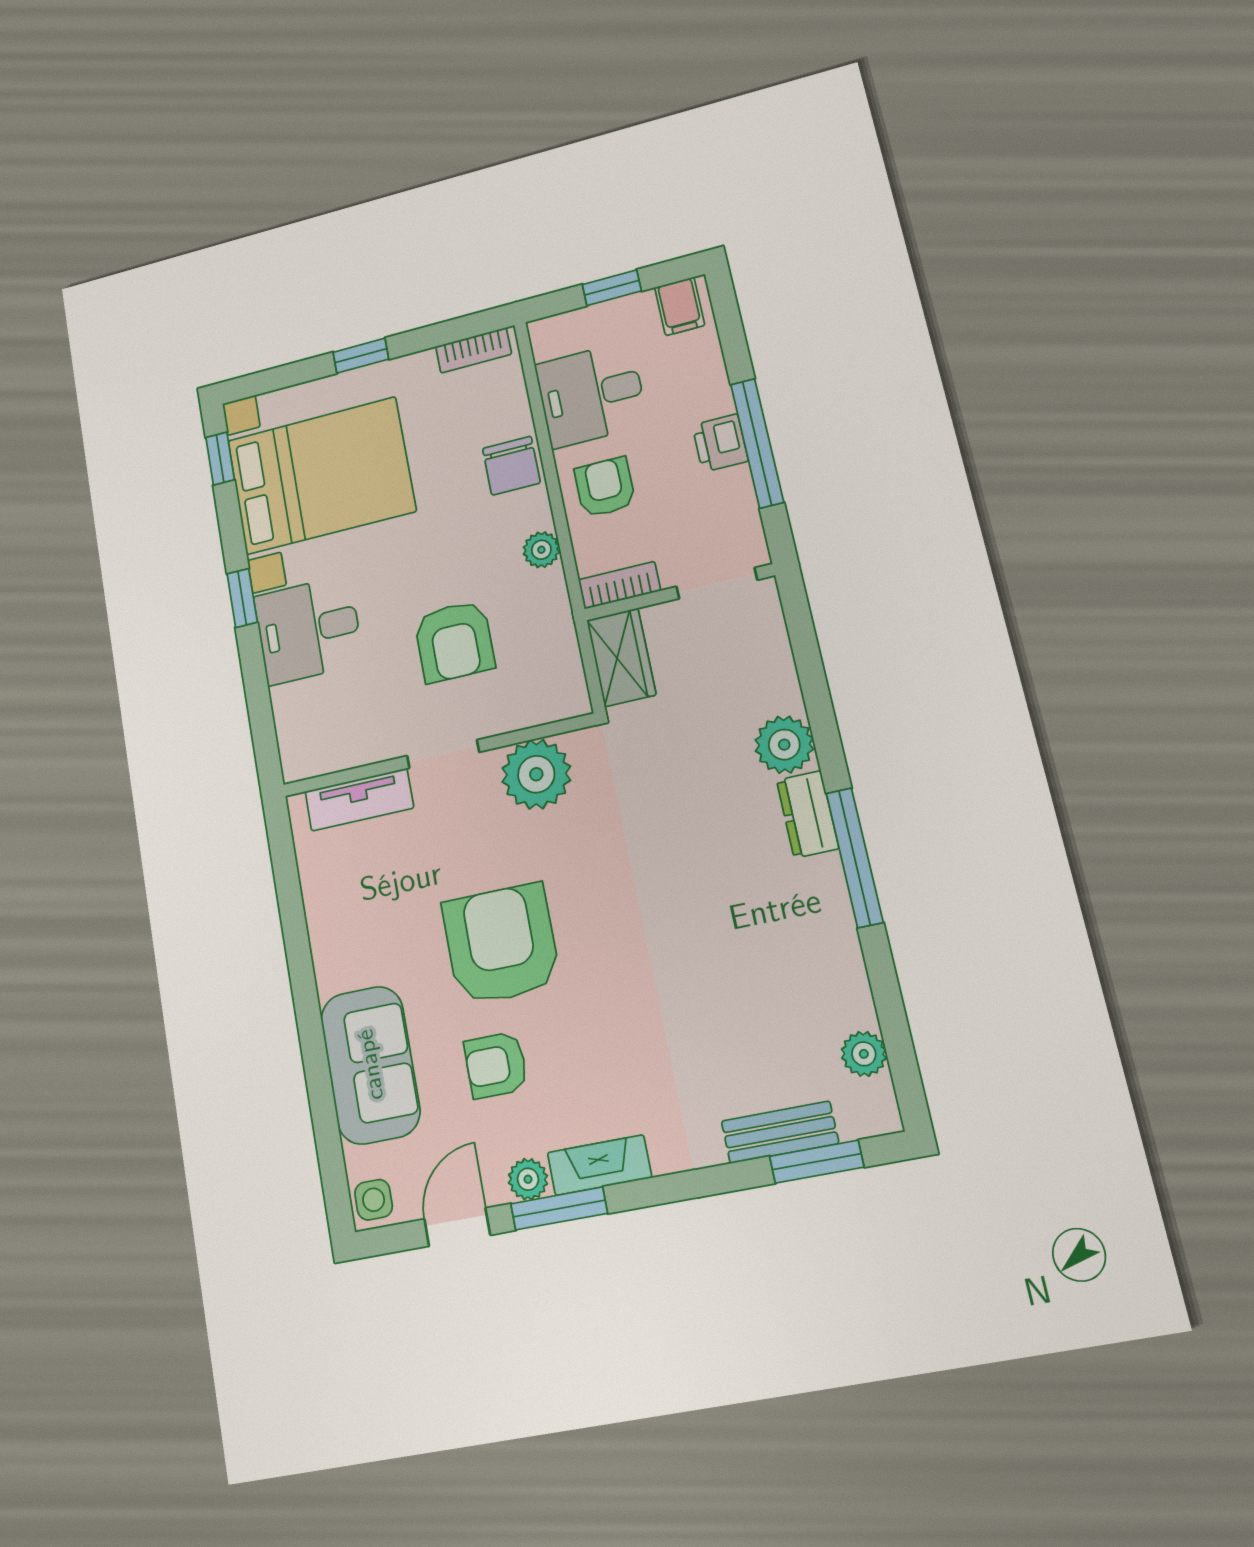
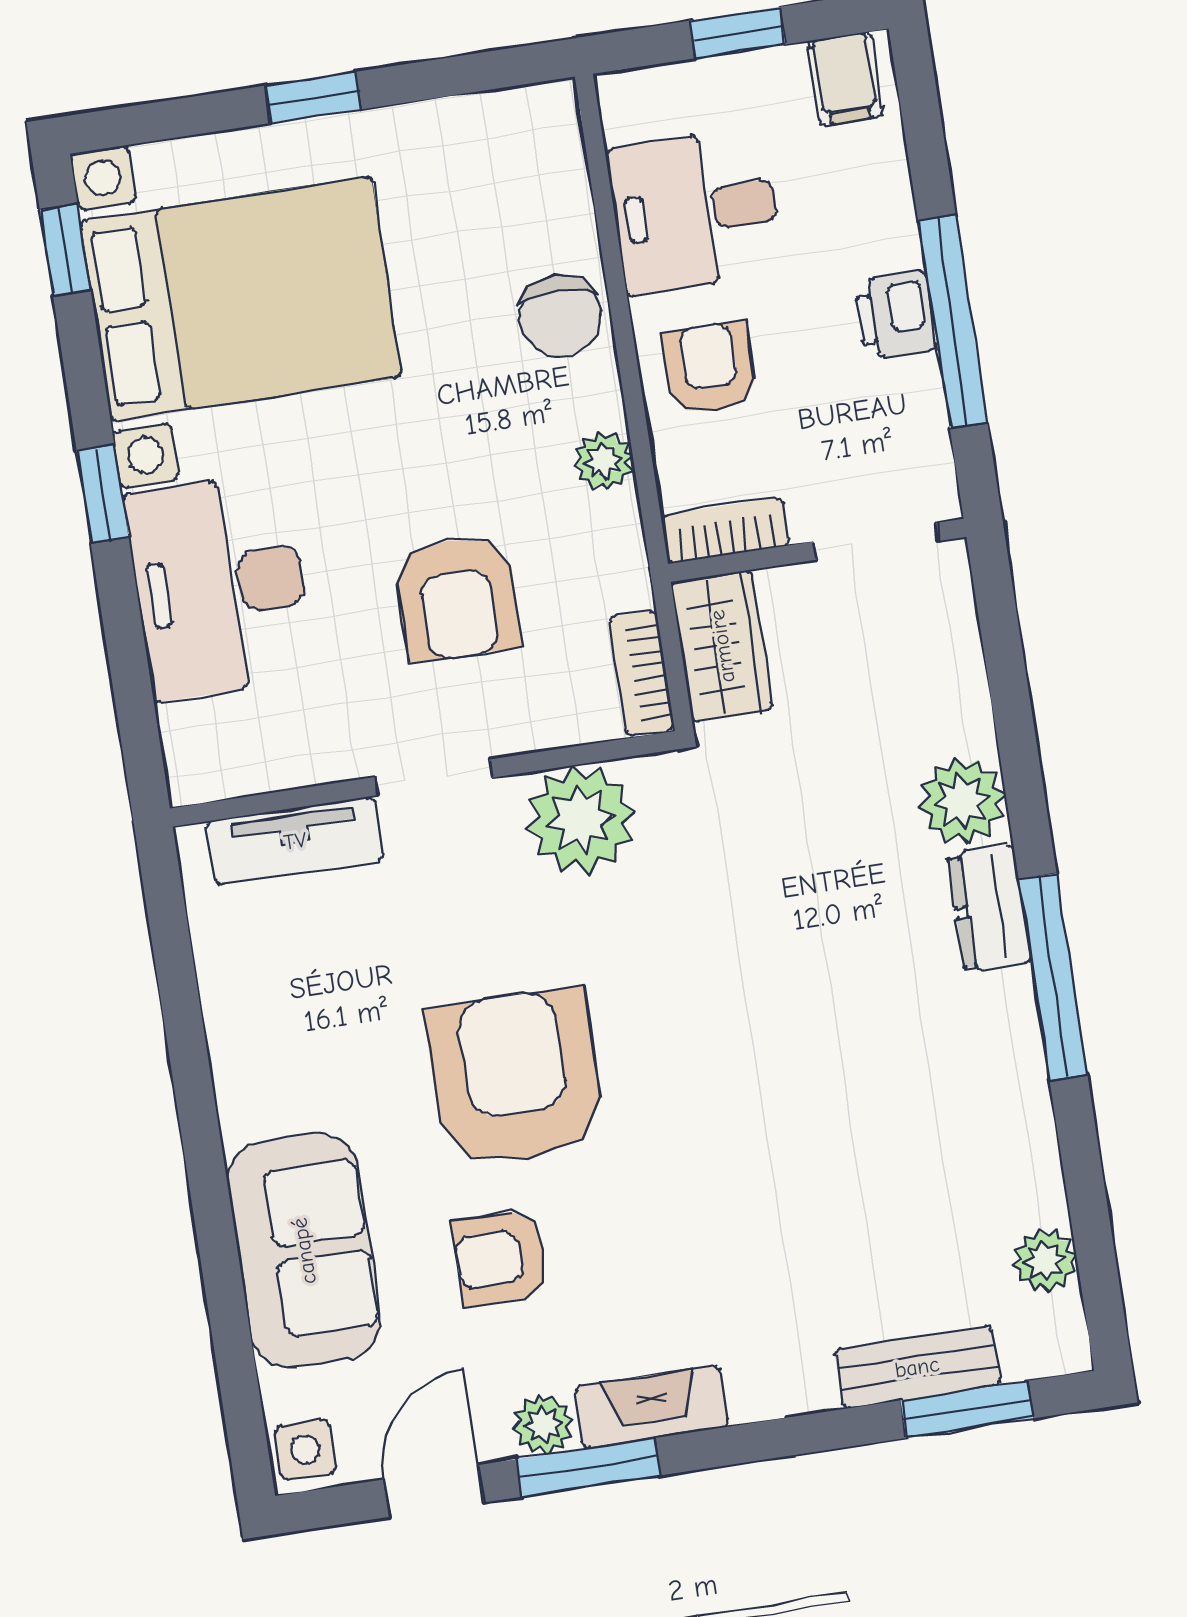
bookcase: (473, 350) -> (642, 673), moved, turned 90
desk: (308, 630) -> (220, 586), width x1.37

